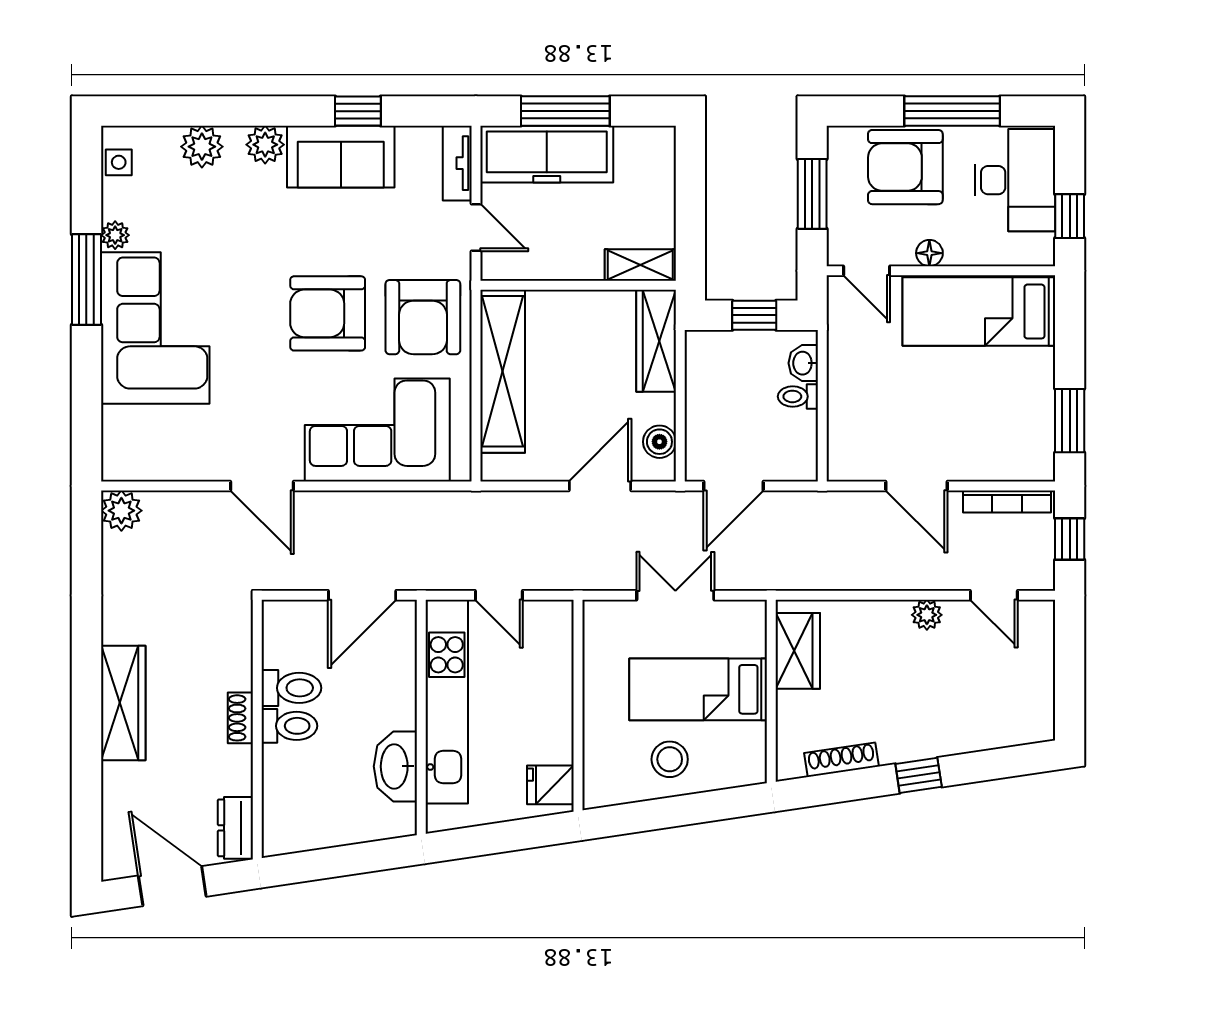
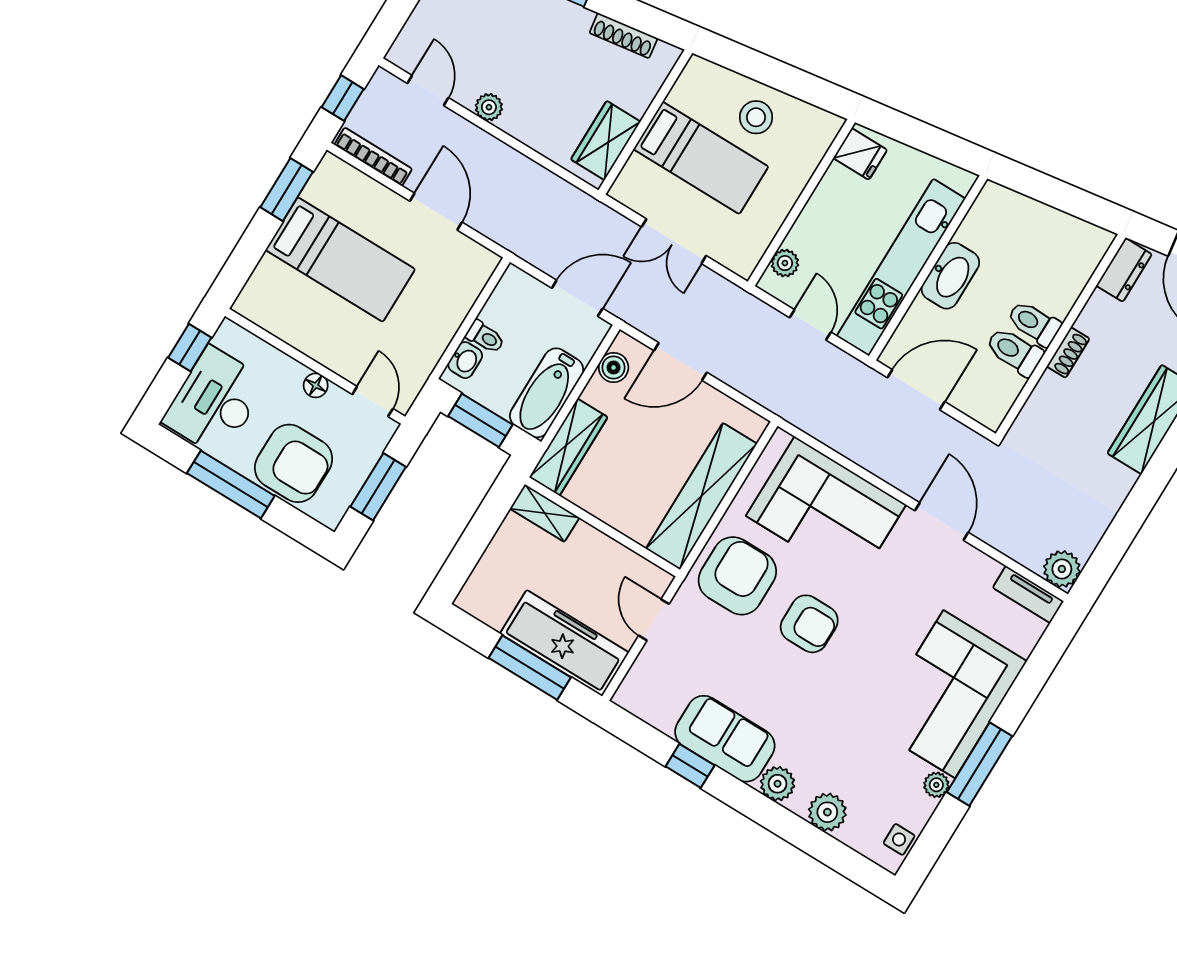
tv unit: (457, 163) -> (1028, 594), moved, turned 90
bed: (979, 312) -> (340, 260), moved
armchair: (328, 313) -> (809, 624), width x0.73, depth x0.73
window: (754, 315) -> (480, 420), width x1.50
bathtub: (708, 379) -> (547, 393), added
plant: (558, 639) -> (785, 263), added
washbasin: (395, 766) -> (950, 276), moved

